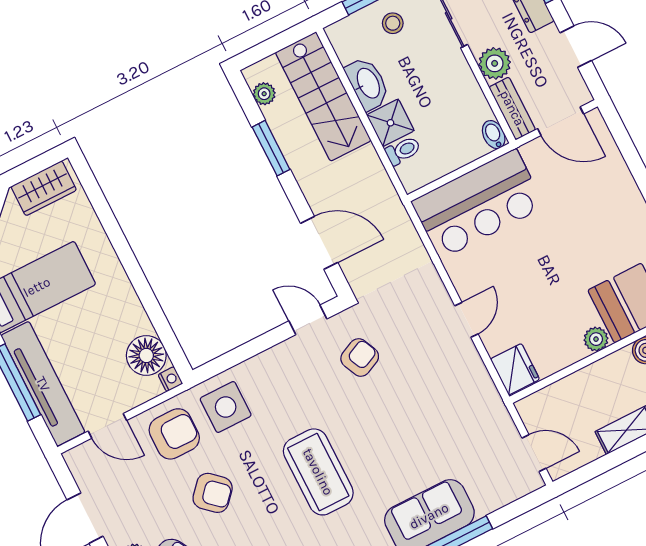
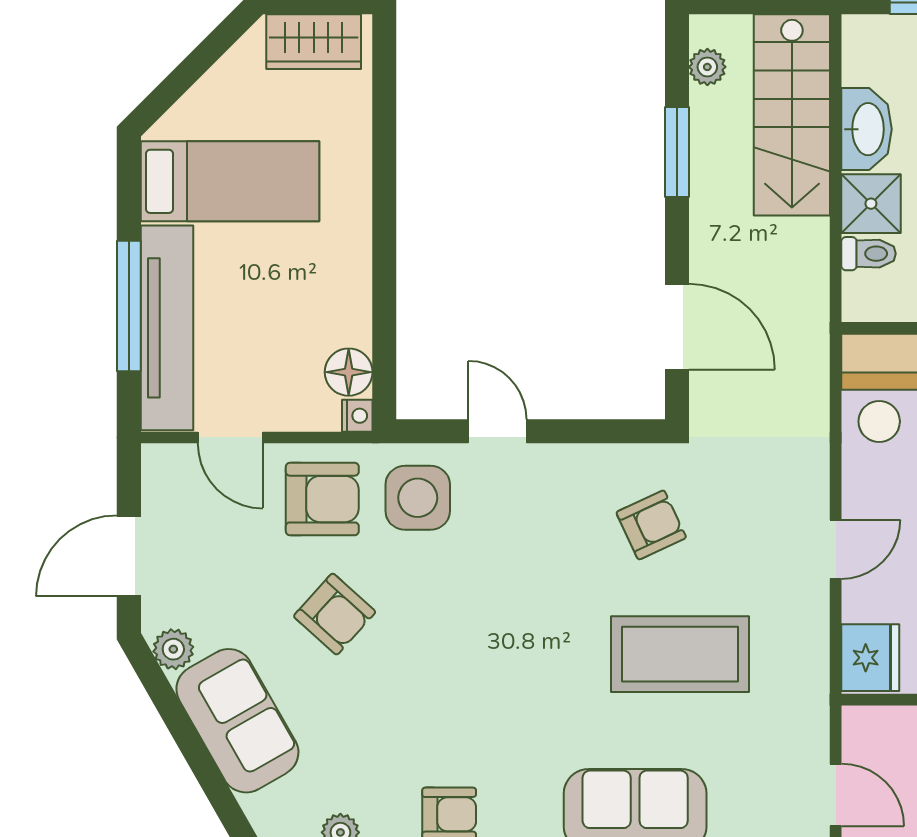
door: (308, 320) -> (497, 431), moved
floor lamp: (146, 355) -> (349, 372), width x0.73, depth x0.73
coffee table: (318, 472) -> (680, 654), moved, turned 90

